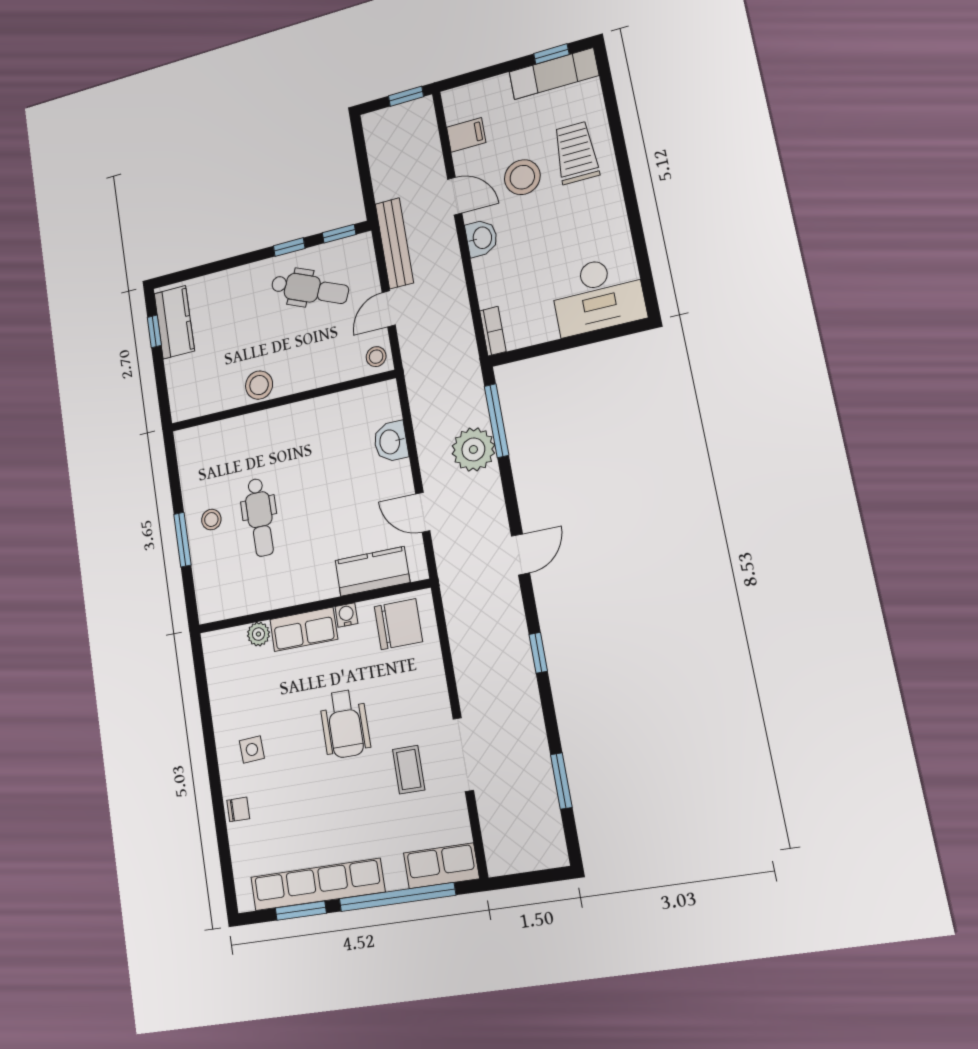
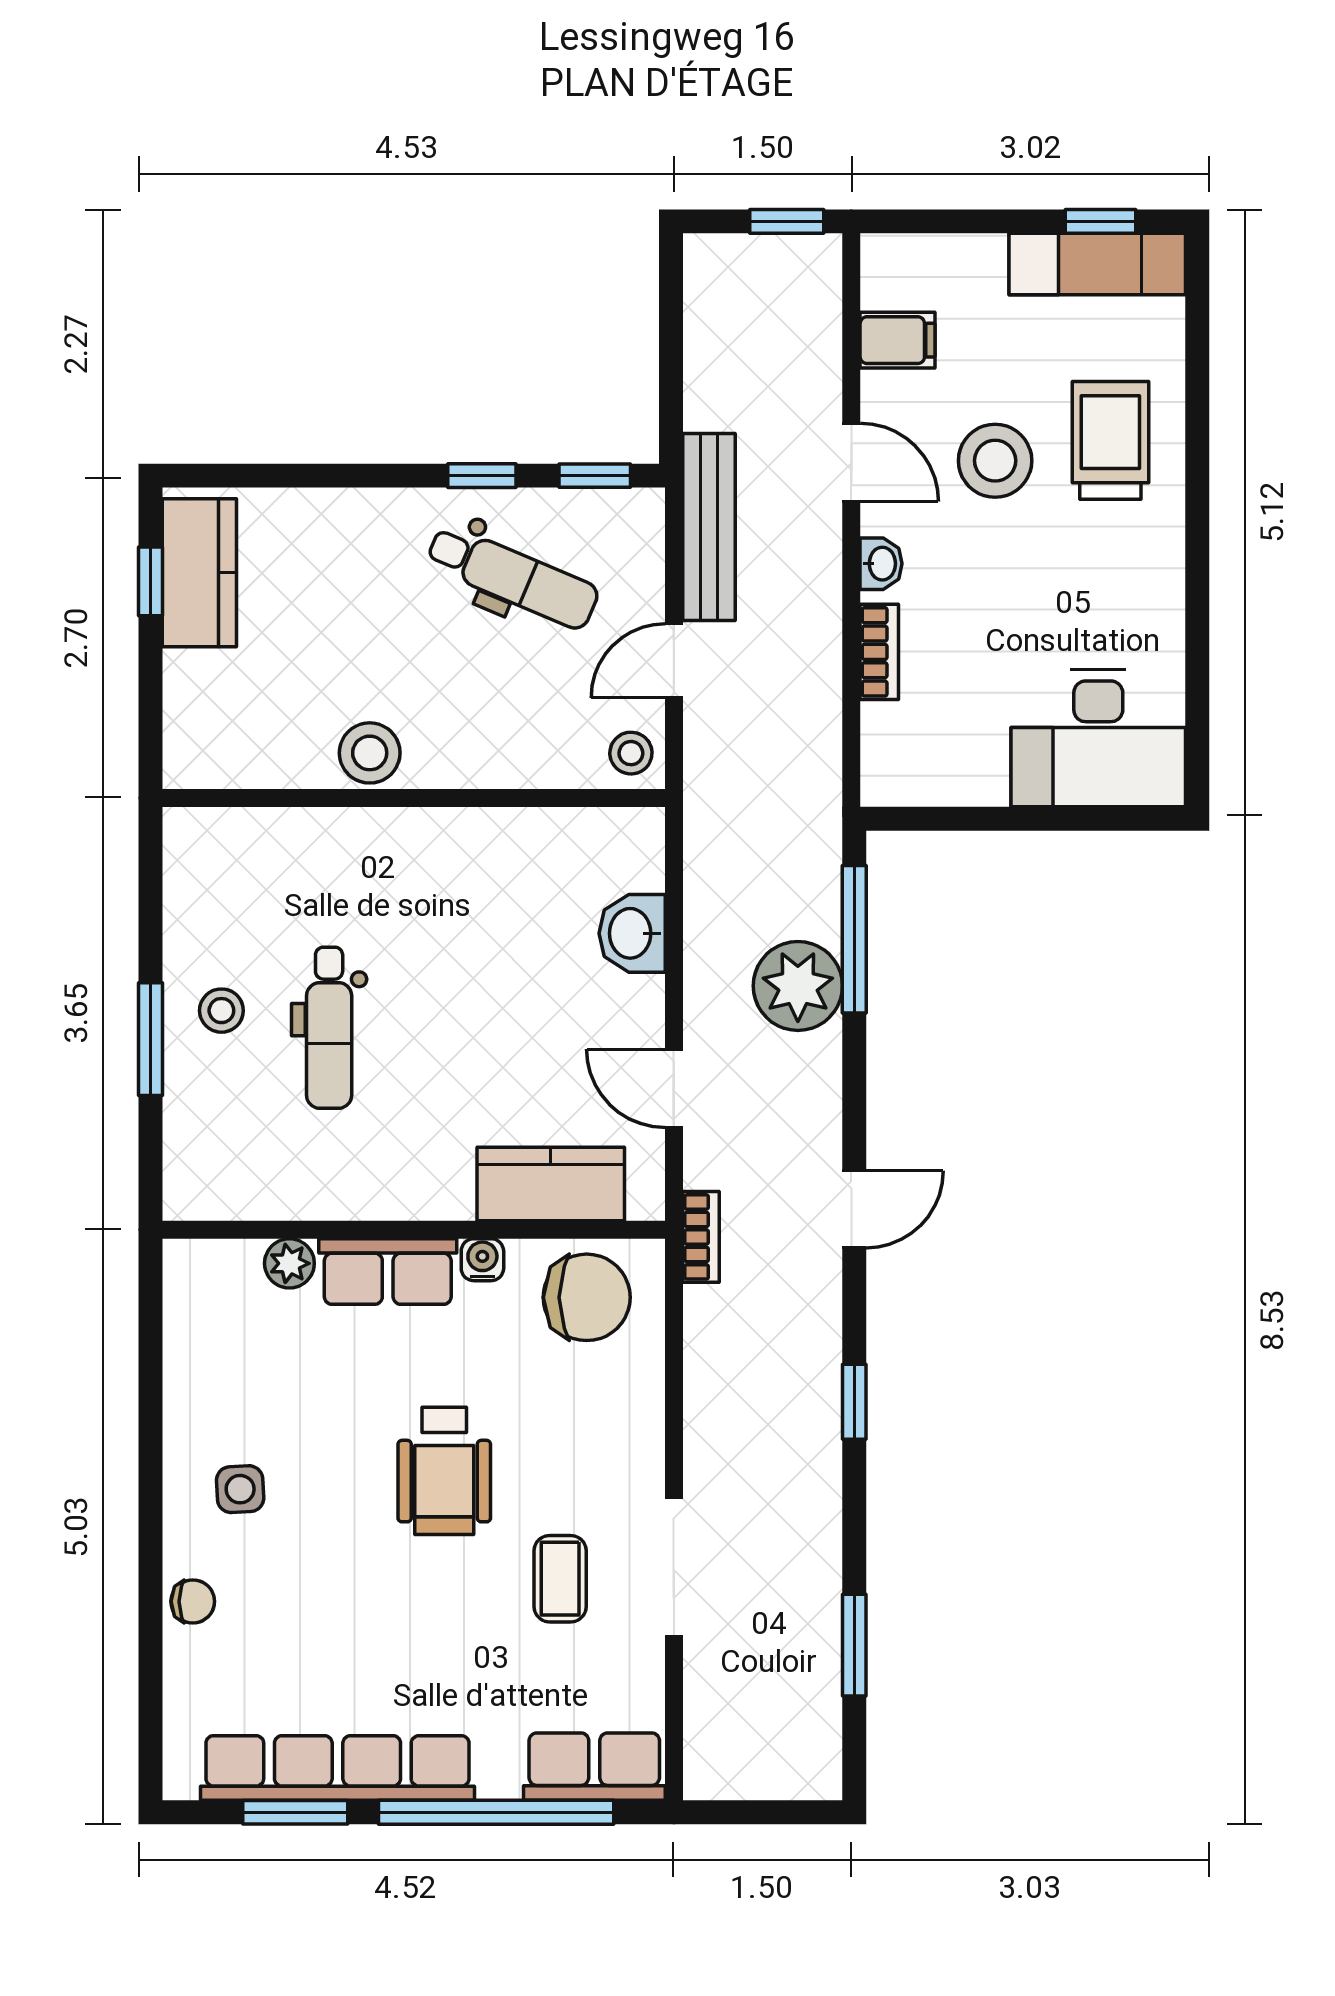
washbasin: (482, 238) -> (881, 564), width x0.72, depth x0.69
bookcase: (493, 331) -> (879, 652), moved
bookcase: (448, 583) -> (701, 1237), added

